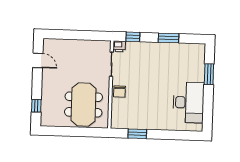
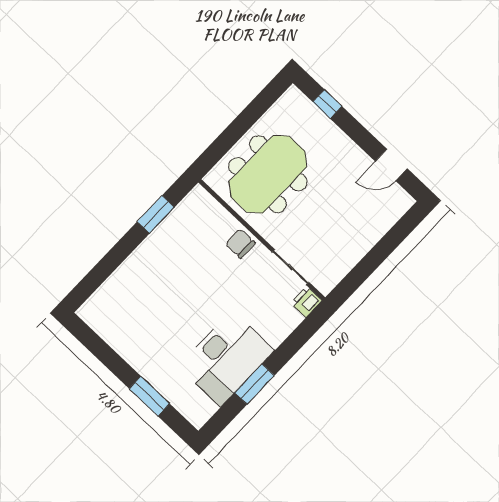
window: (133, 37) -> (302, 334), removed
desk: (188, 102) -> (226, 358), moved, turned -90
meeting table: (83, 105) -> (268, 174), turned 90

